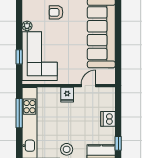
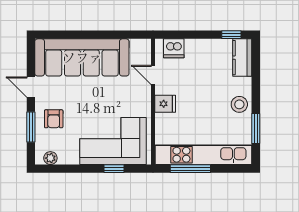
plant: (27, 26) -> (50, 158), moved
dishwasher: (108, 119) -> (174, 48), moved

